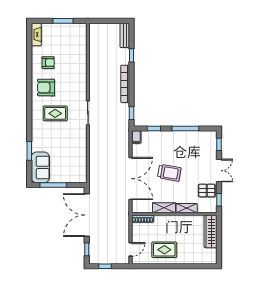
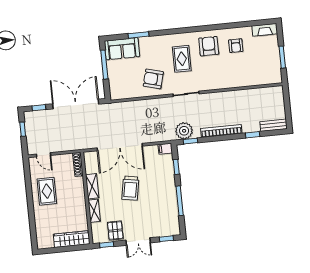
plant: (122, 118) -> (184, 131), added
armchair: (71, 141) -> (153, 79), added

